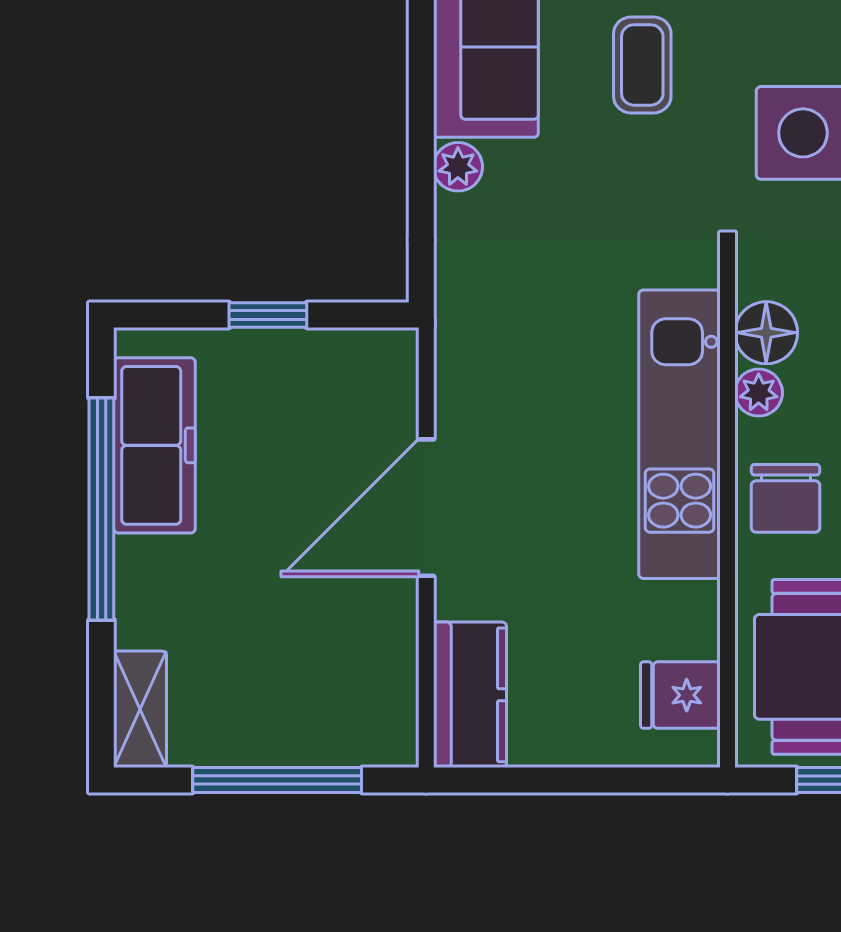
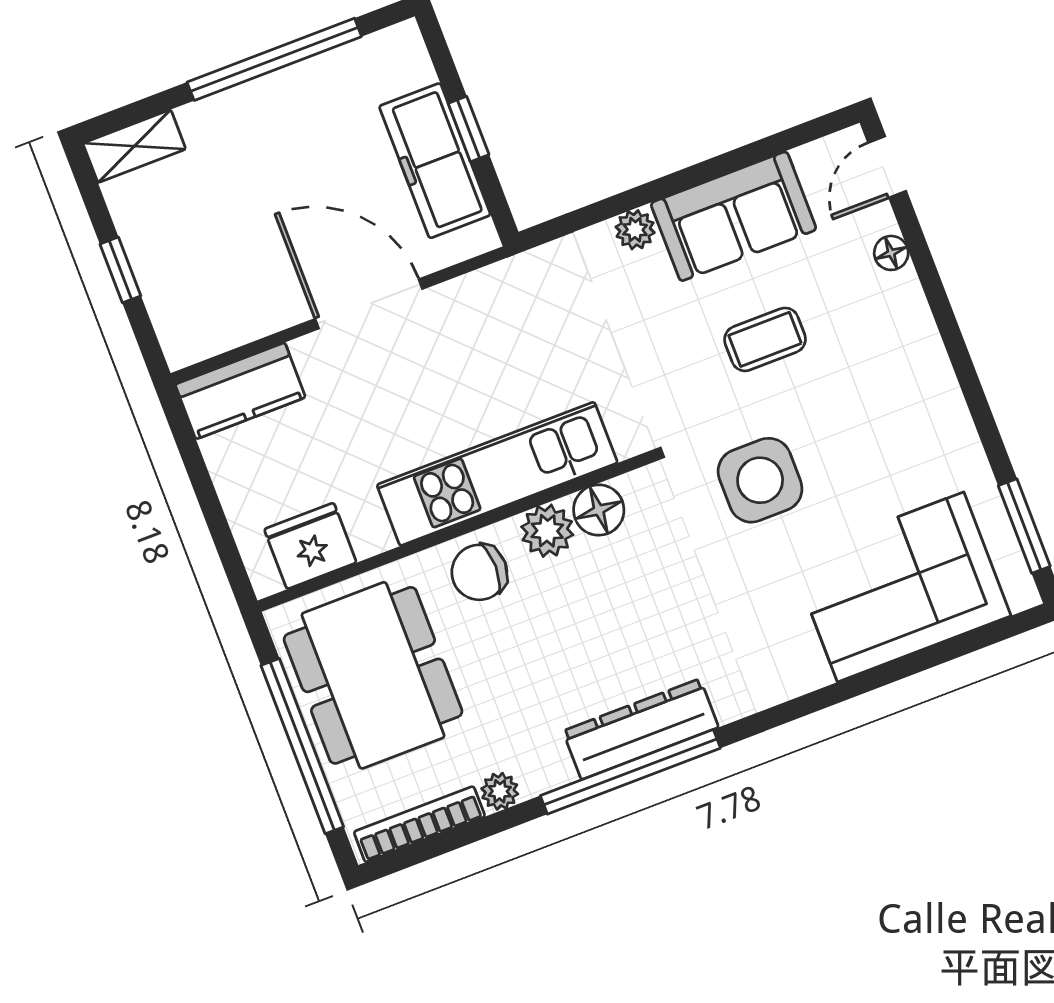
plant: (759, 393) -> (547, 531), width x1.38, depth x1.38
freezer: (154, 445) -> (435, 161), moved, turned 90
fridge: (680, 695) -> (310, 546), width x1.38
window: (277, 780) -> (120, 270), width x0.46

